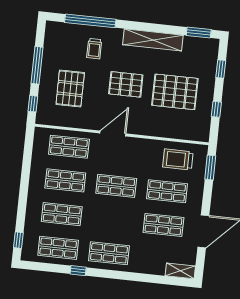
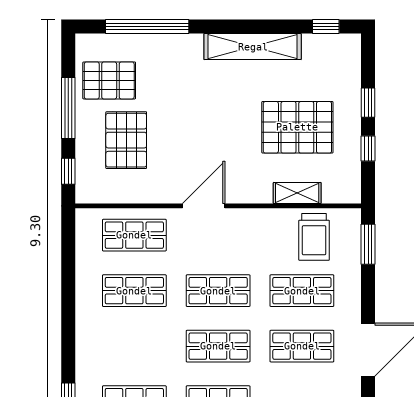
window: (199, 32) -> (326, 26), width x0.67
trolley: (94, 49) -> (158, 71), removed
window: (221, 69) -> (368, 103), moved
pallet: (126, 84) -> (109, 80), moved
shelving: (170, 132) -> (297, 193), added
trolley: (178, 159) -> (314, 237), turned -90
shop shelf: (62, 214) -> (218, 346), moved

